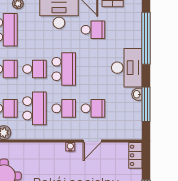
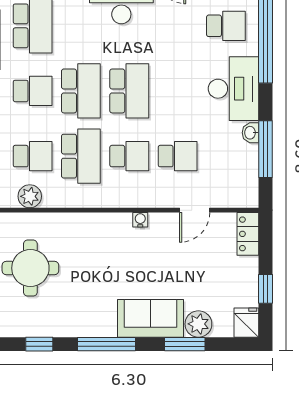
school desk: (93, 30) -> (226, 26), moved
school desk: (35, 69) -> (81, 91), width x1.85
door: (92, 141) -> (195, 210), moved

